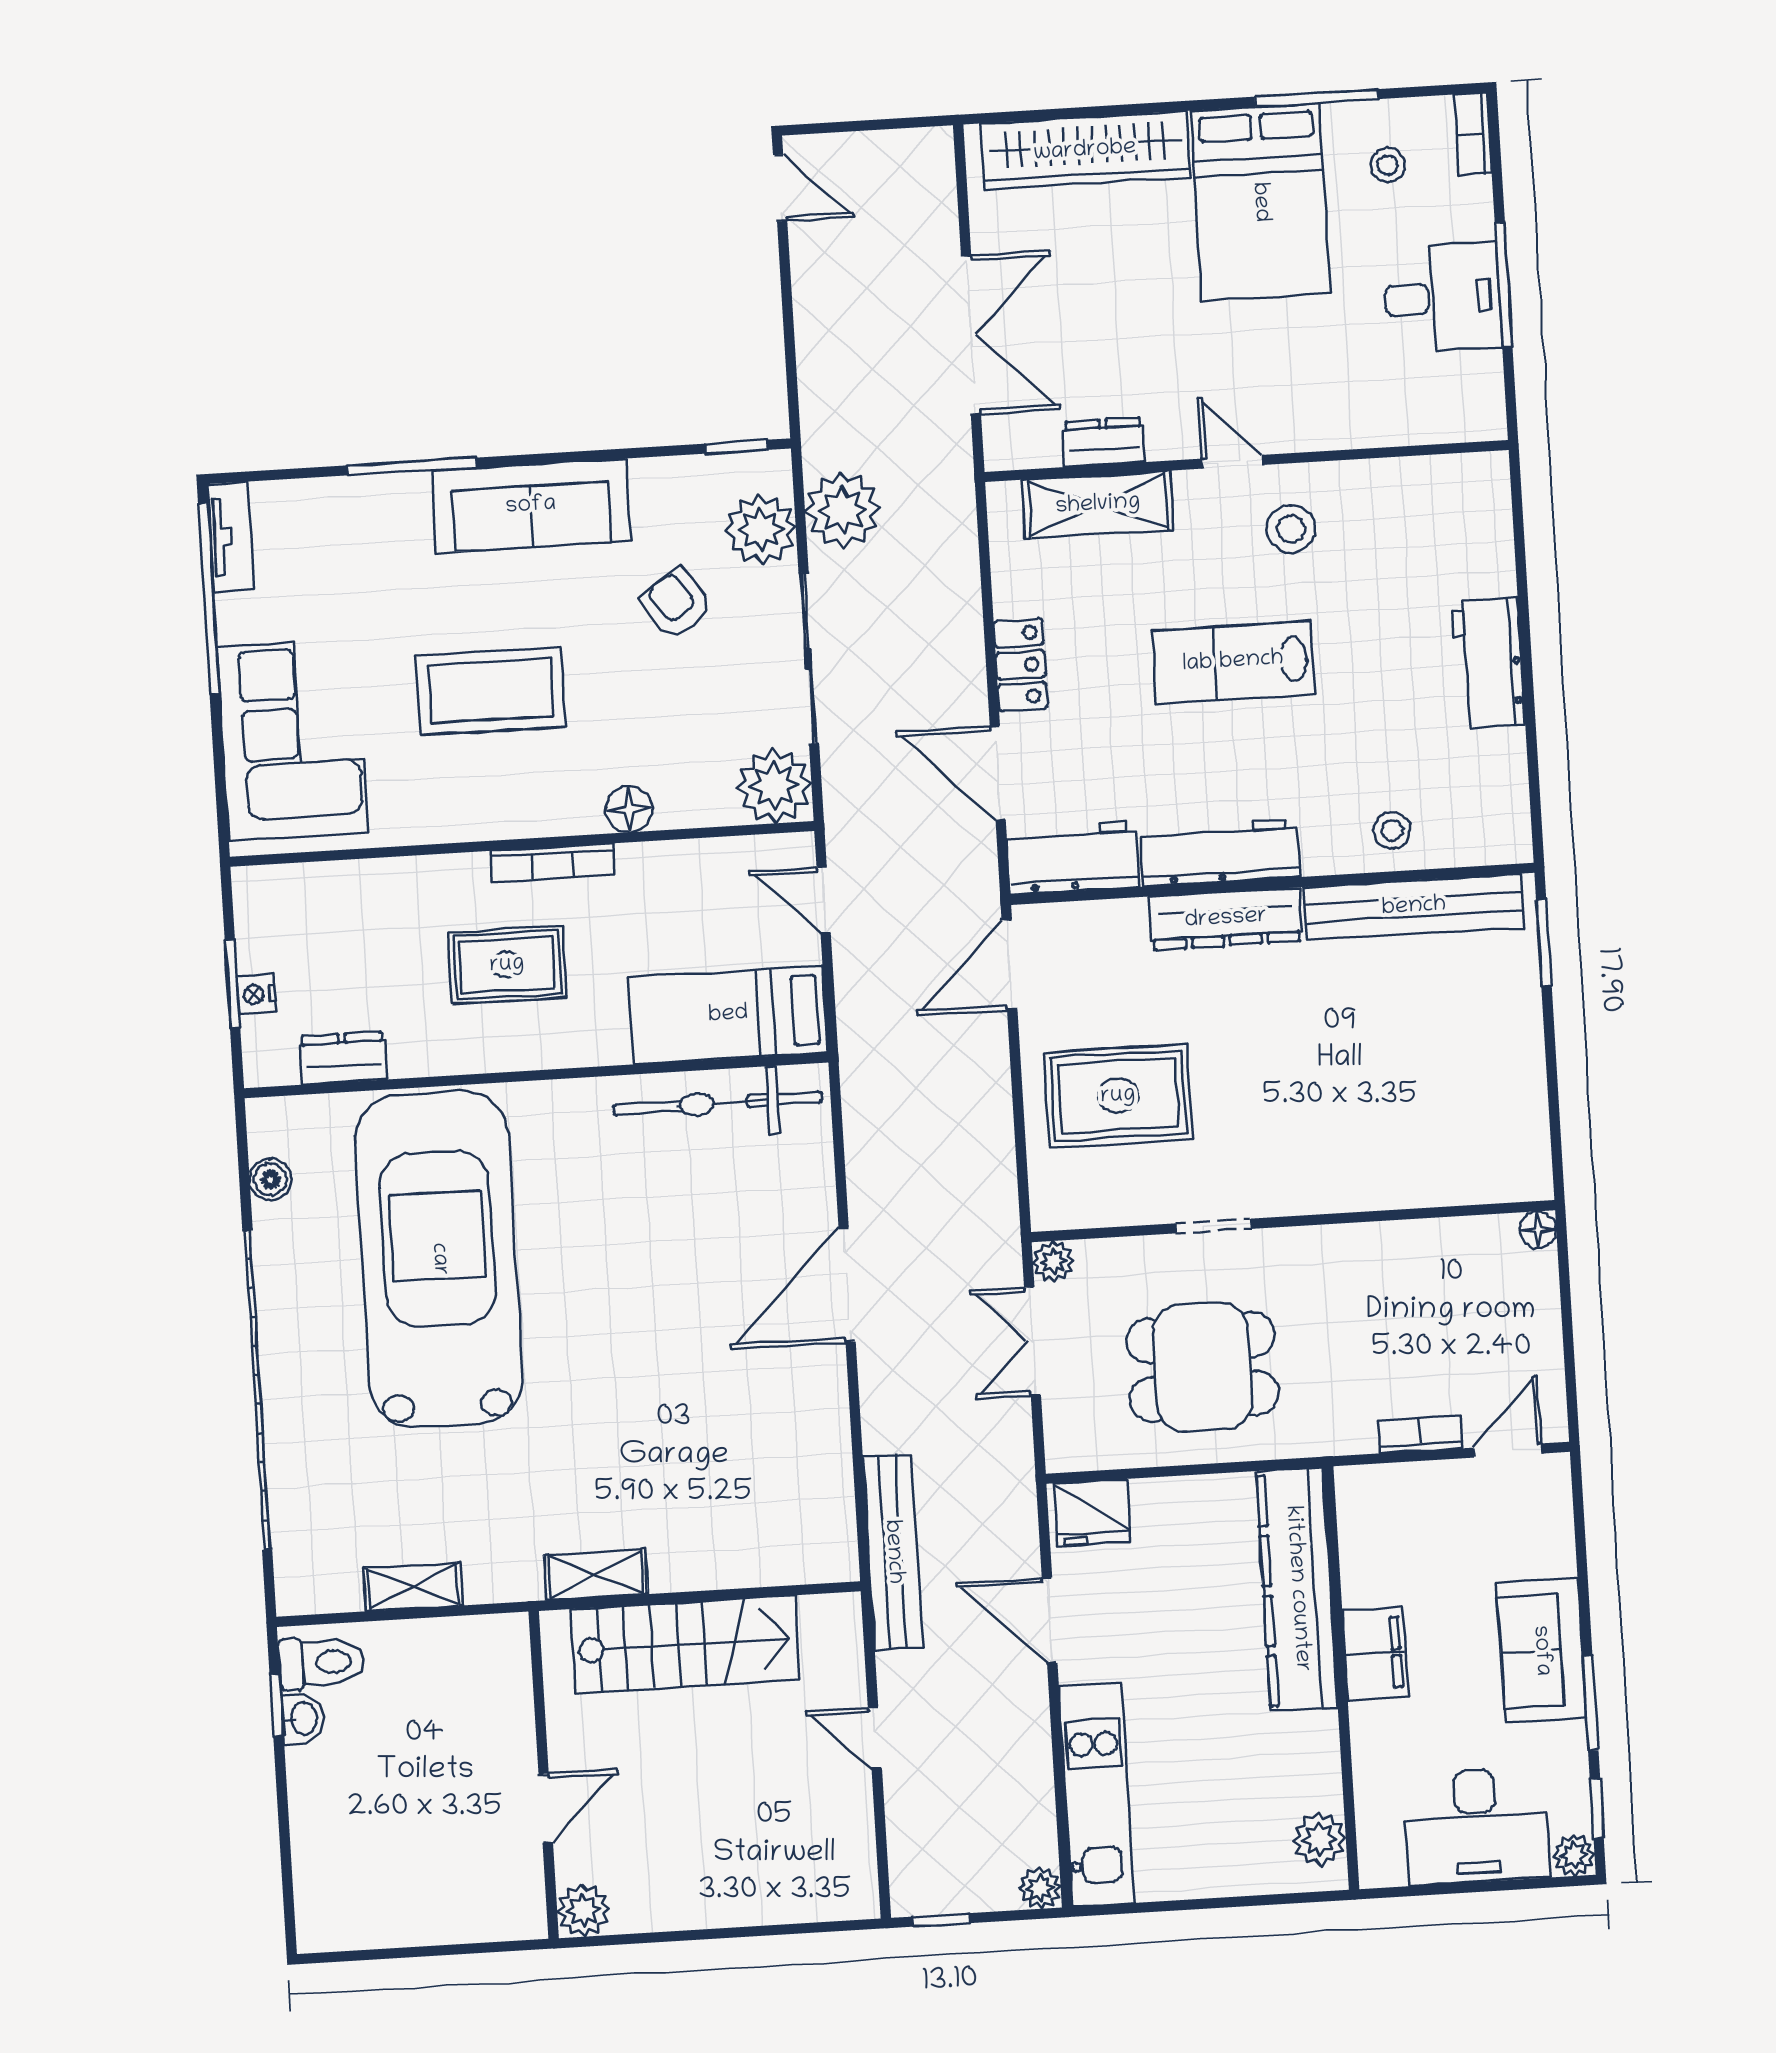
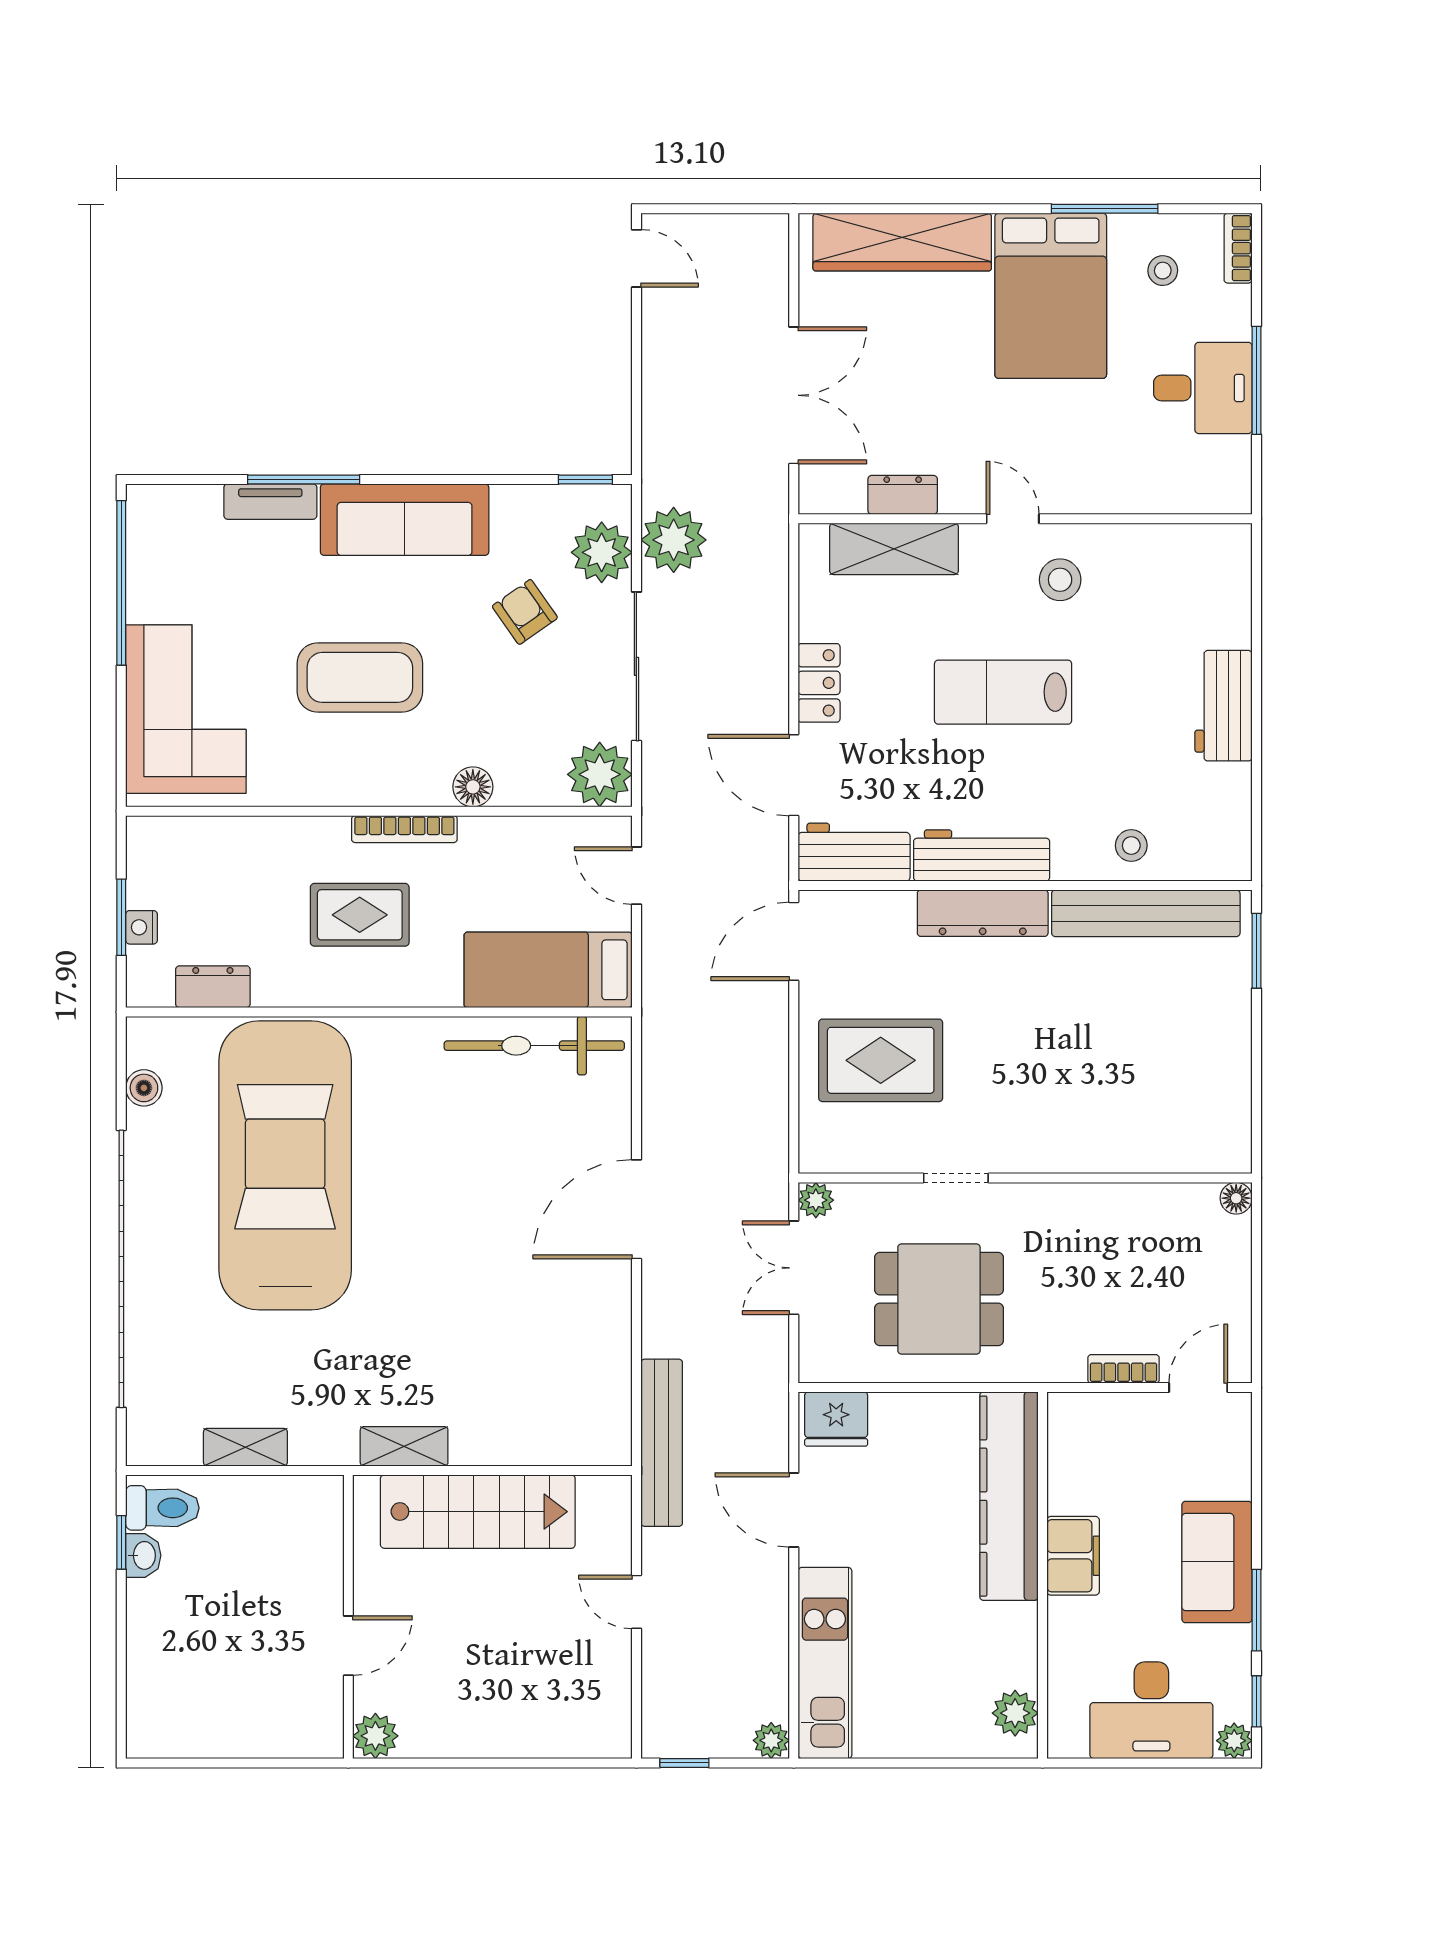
tv unit: (231, 536) -> (270, 502), moved, turned 90

